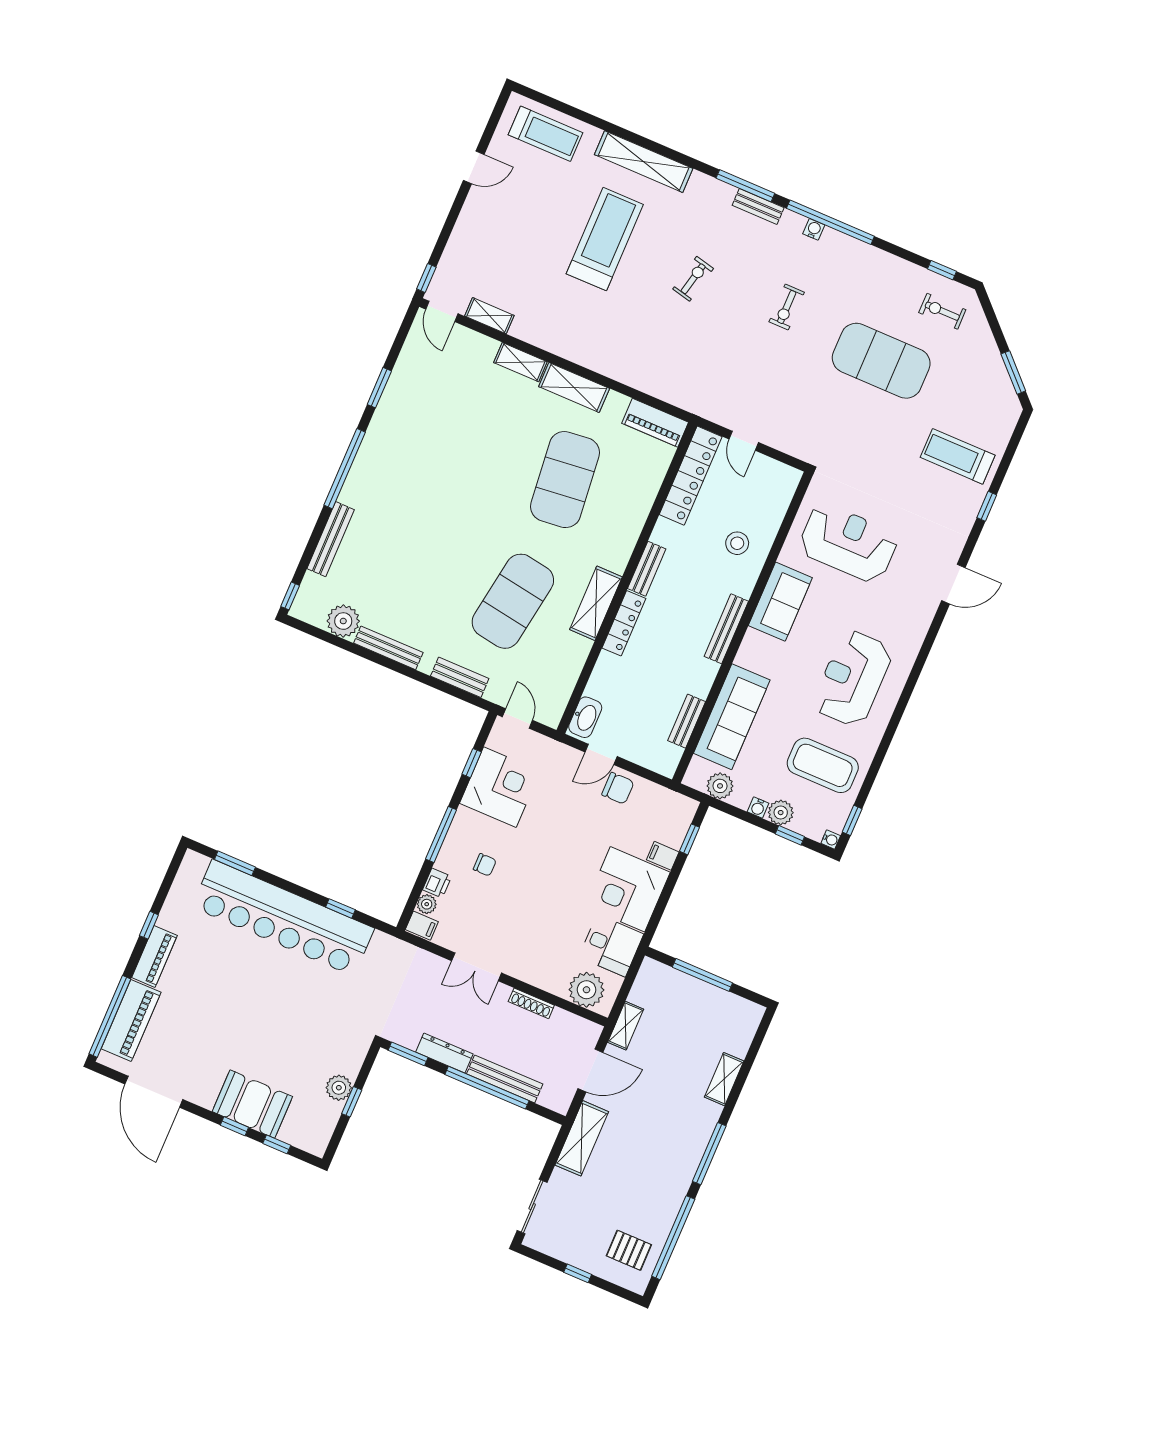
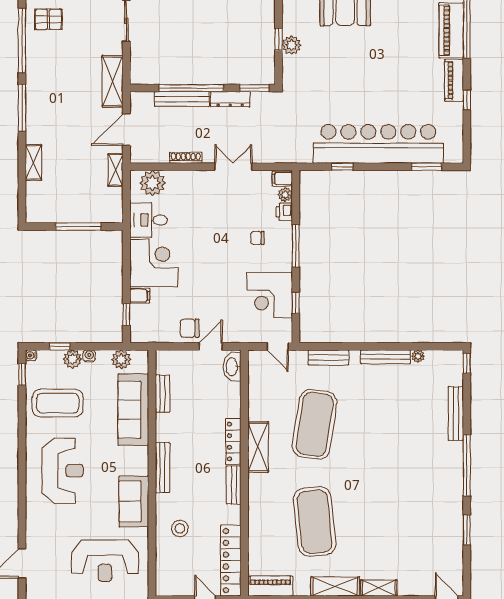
plant: (343, 621) -> (418, 356), width x0.53, depth x0.53

